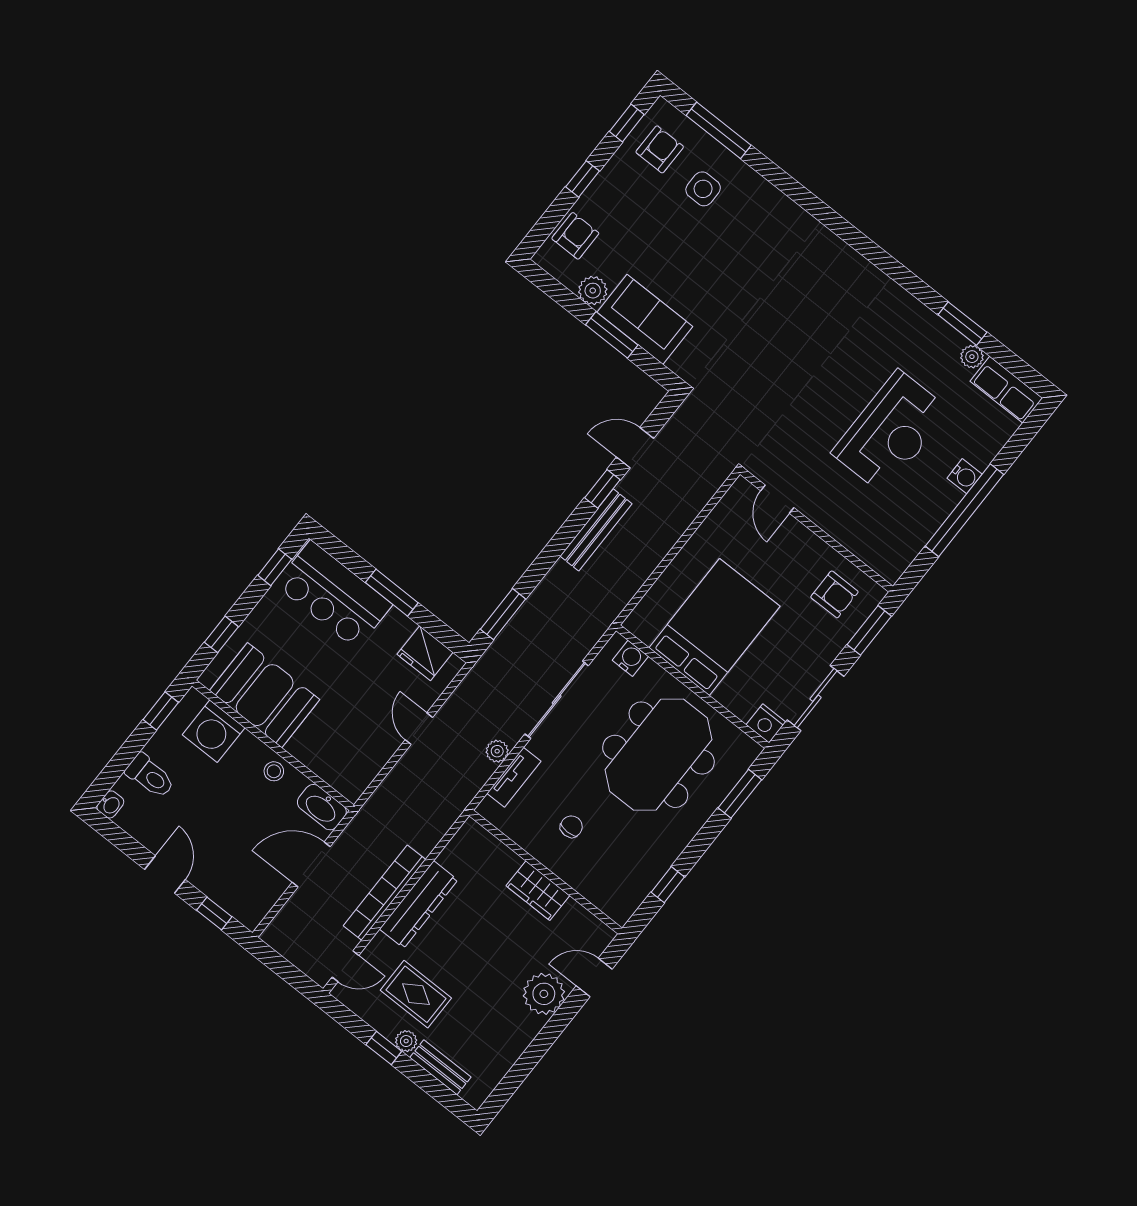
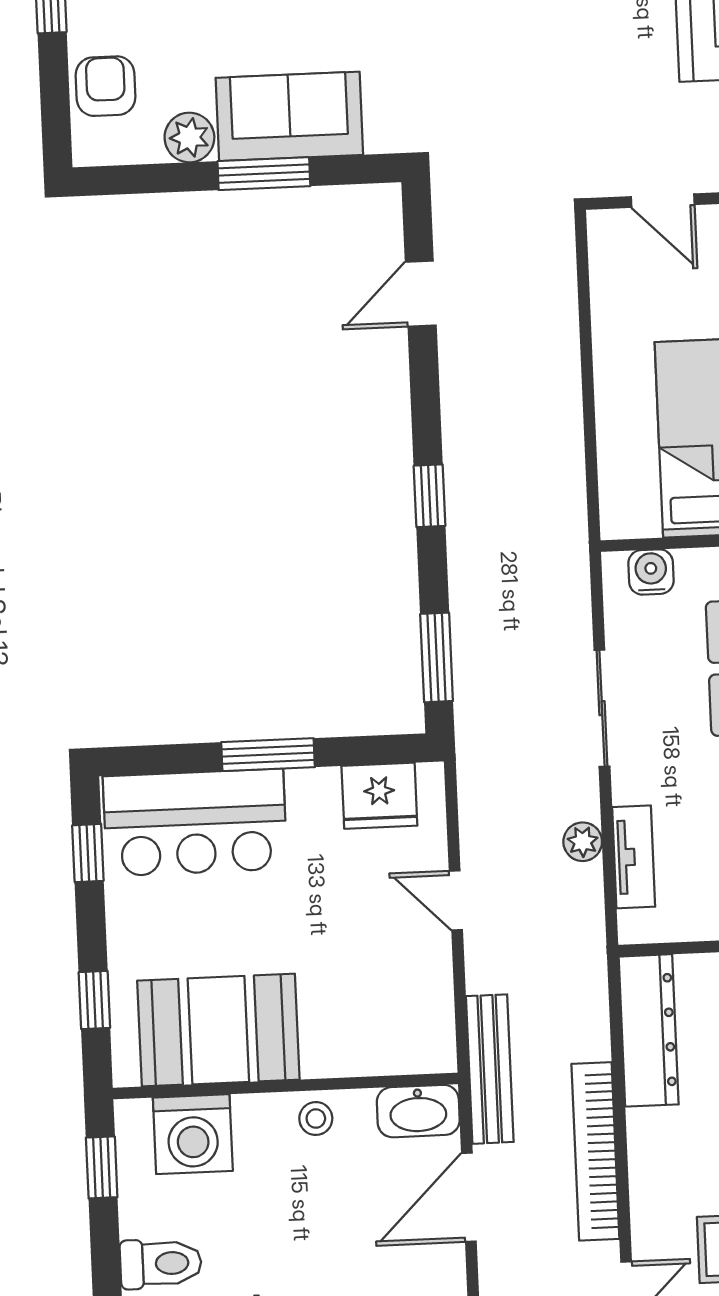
window: (602, 489) -> (430, 496), moved
bench: (596, 530) -> (490, 1069), moved
sliding door: (557, 700) -> (602, 708), width x0.73
dresser: (419, 904) -> (649, 1030), moved

